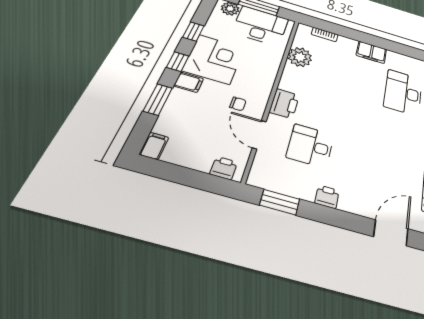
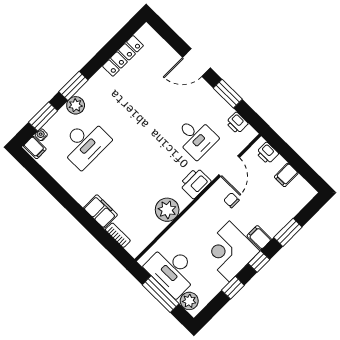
filing cabinet: (371, 52) -> (100, 211), moved
plant: (300, 57) -> (167, 210), moved
filing cabinet: (154, 146) -> (286, 175), moved
printer: (327, 197) -> (237, 123), moved
window: (280, 202) -> (228, 94), moved
door: (391, 233) -> (196, 63), moved

